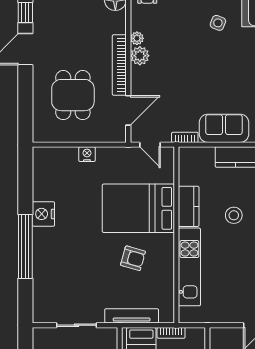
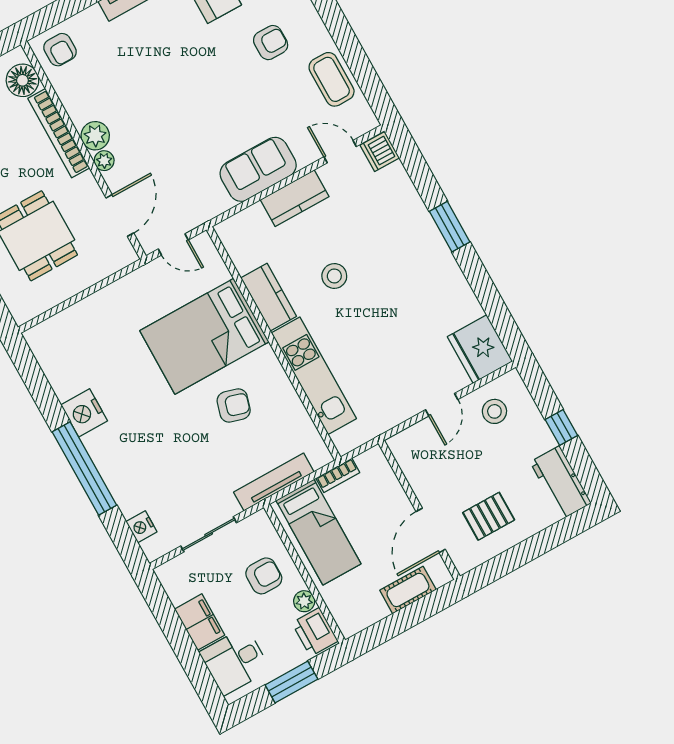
side table: (218, 23) -> (173, 36), removed
plant: (137, 38) -> (104, 161), moved
bookcase: (119, 65) -> (59, 133), moved
bookcase: (185, 137) -> (213, 210), removed
nightstand: (87, 154) -> (141, 527), moved, turned -90

